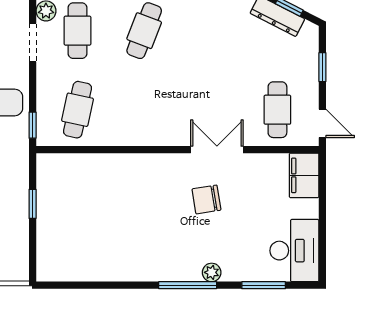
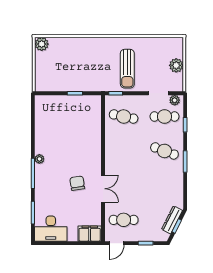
plant: (212, 272) -> (39, 159), moved

